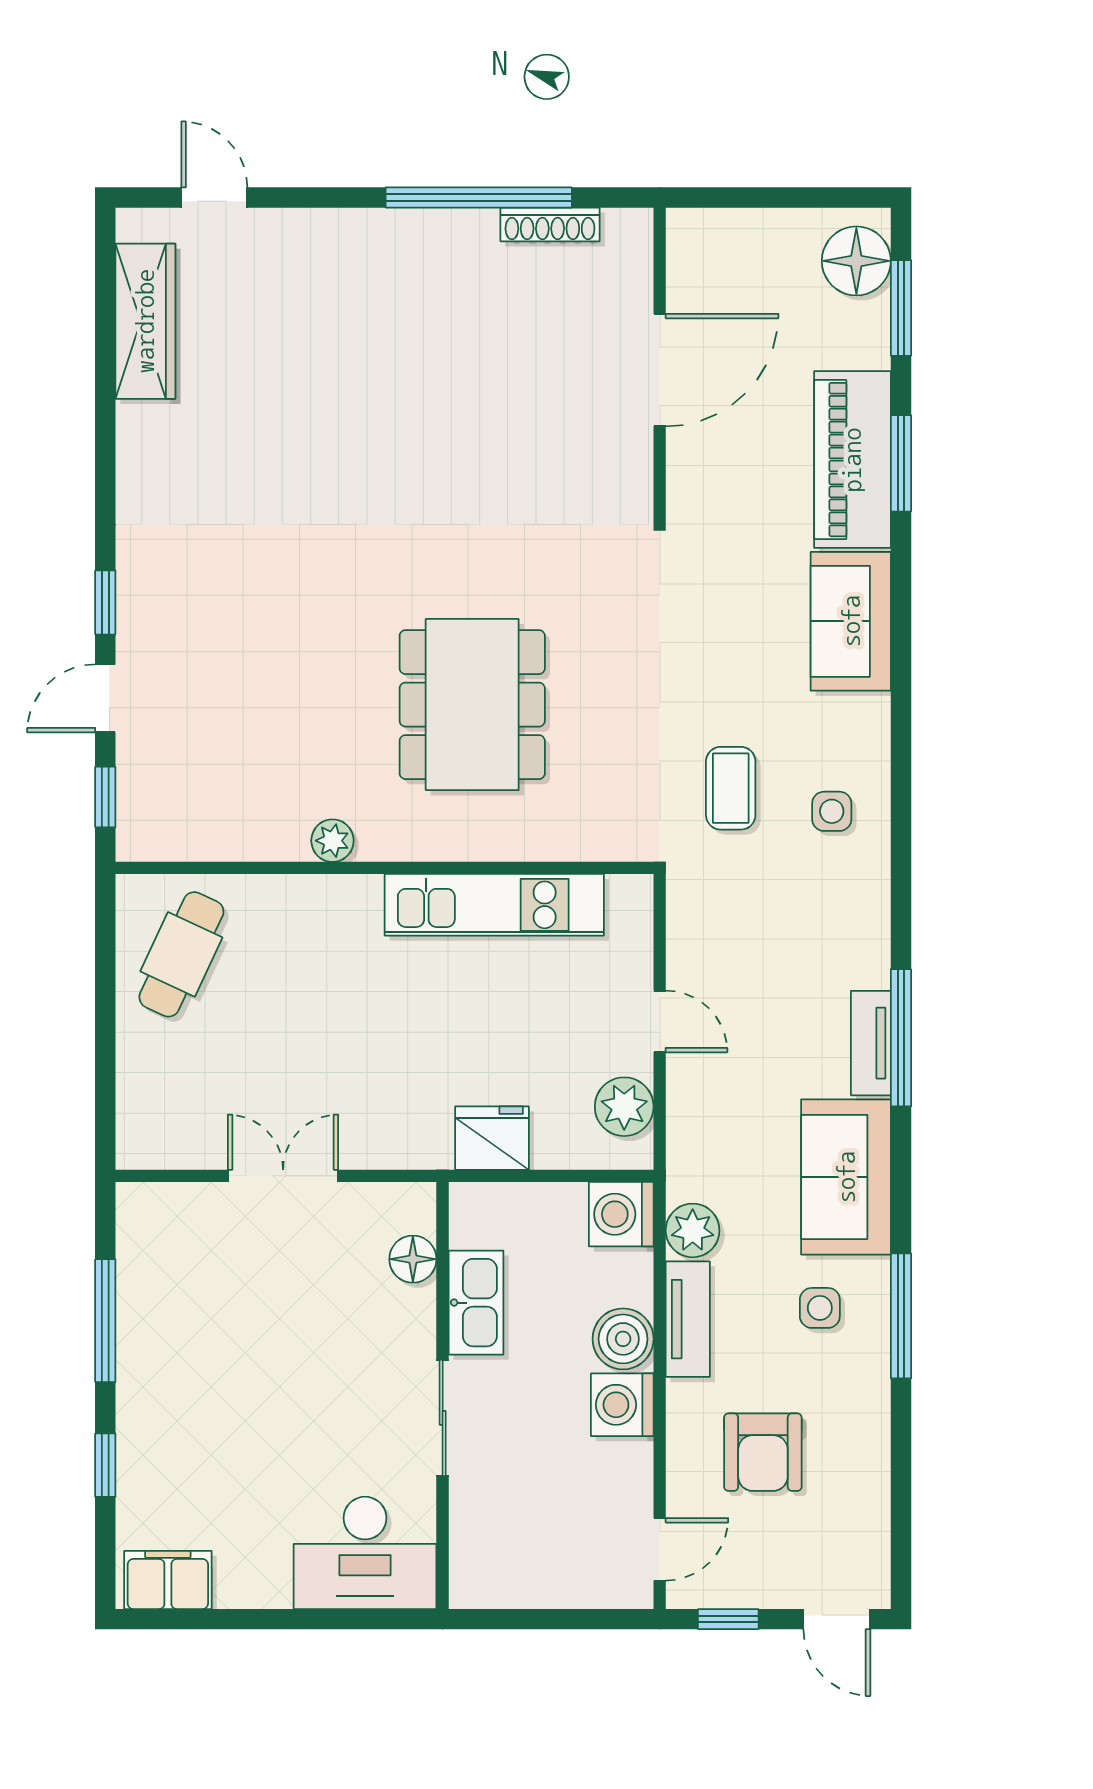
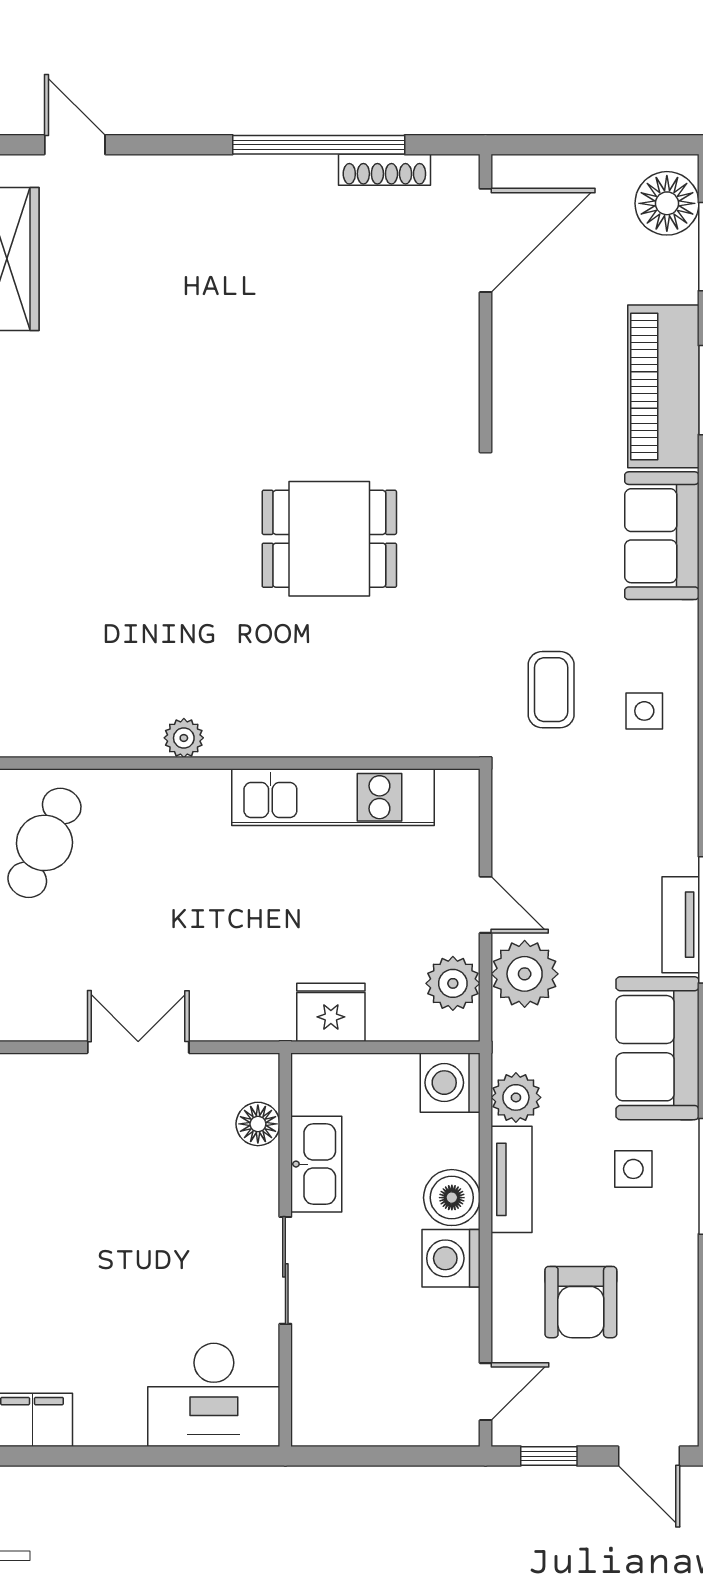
door: (660, 370) -> (486, 240), moved
dining table: (472, 705) -> (329, 539), moved, width x0.73
plant: (702, 1096) -> (525, 974), added

